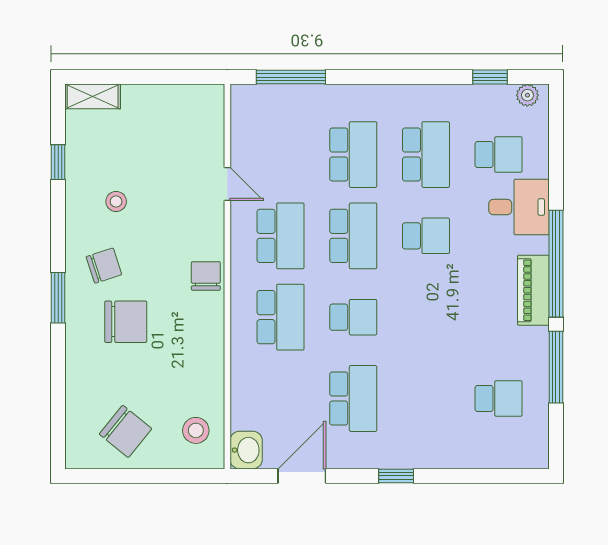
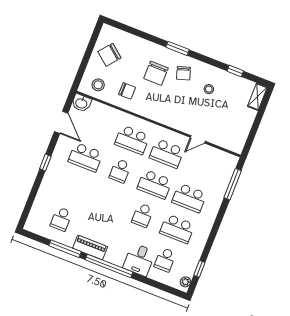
chair: (206, 276) -> (127, 91), moved
piano: (533, 290) -> (90, 247), moved

